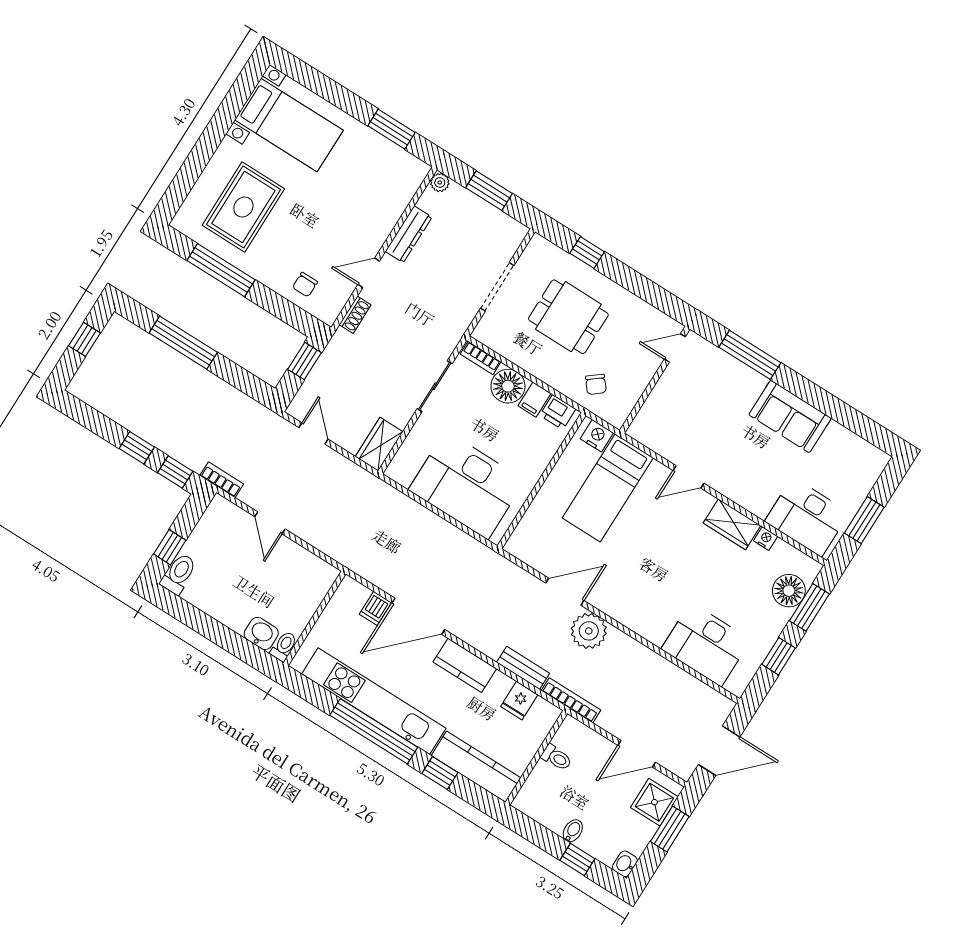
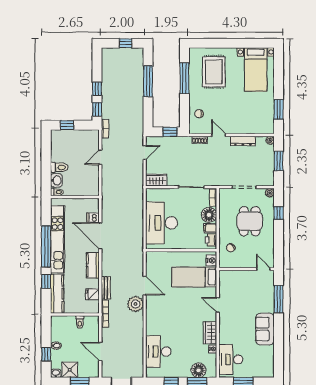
rug: (243, 207) -> (214, 72), turned 90
plant: (538, 245) -> (270, 193), added
toilet: (179, 574) -> (59, 167), moved
shower: (654, 802) -> (70, 370), moved

